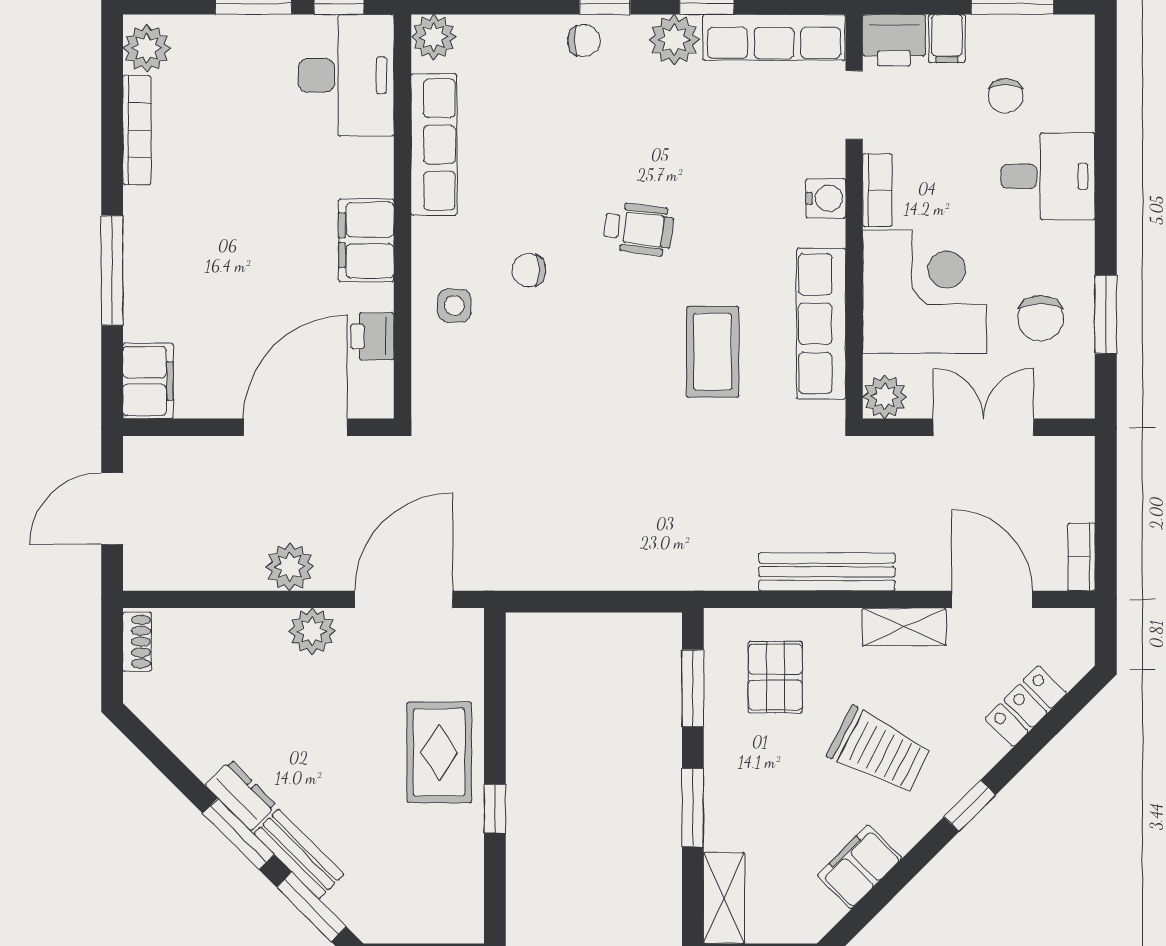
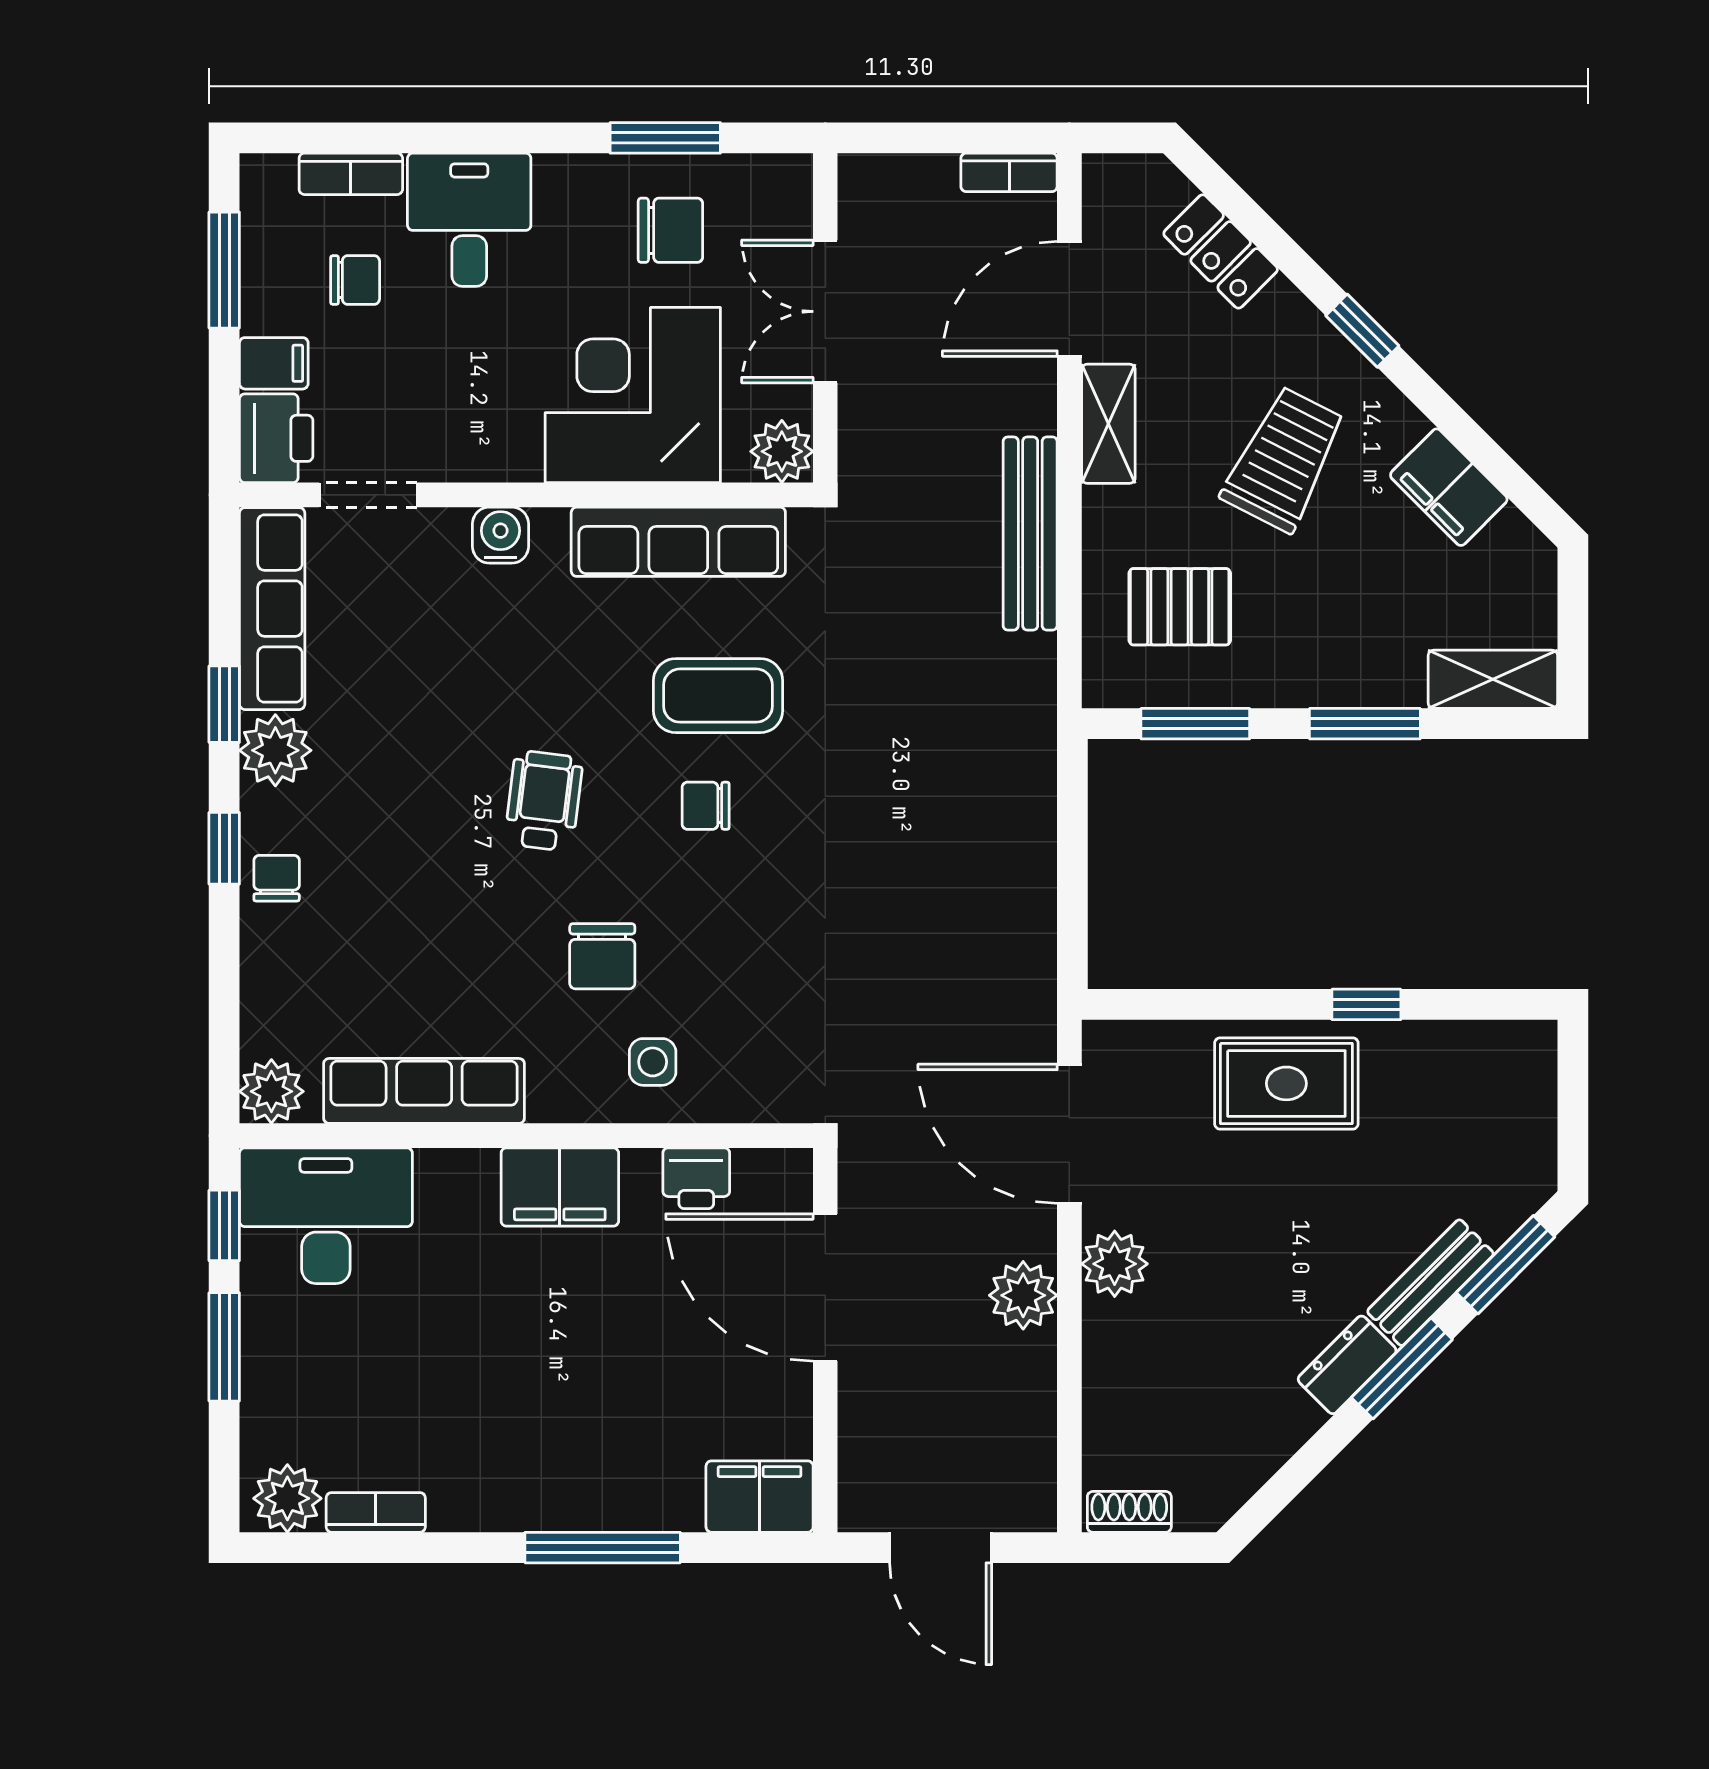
bookcase: (137, 130) -> (376, 1512), width x0.64
bookcase: (877, 190) -> (351, 174), moved, turned 180
chair: (529, 270) -> (602, 956), width x1.37, depth x1.37
chair: (635, 343) -> (706, 806), added

